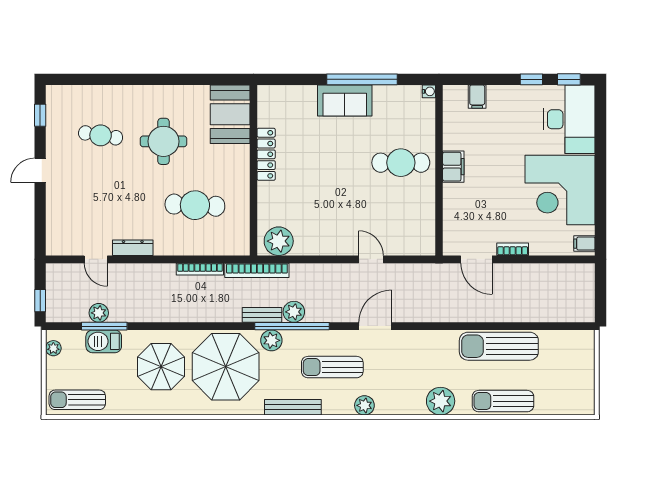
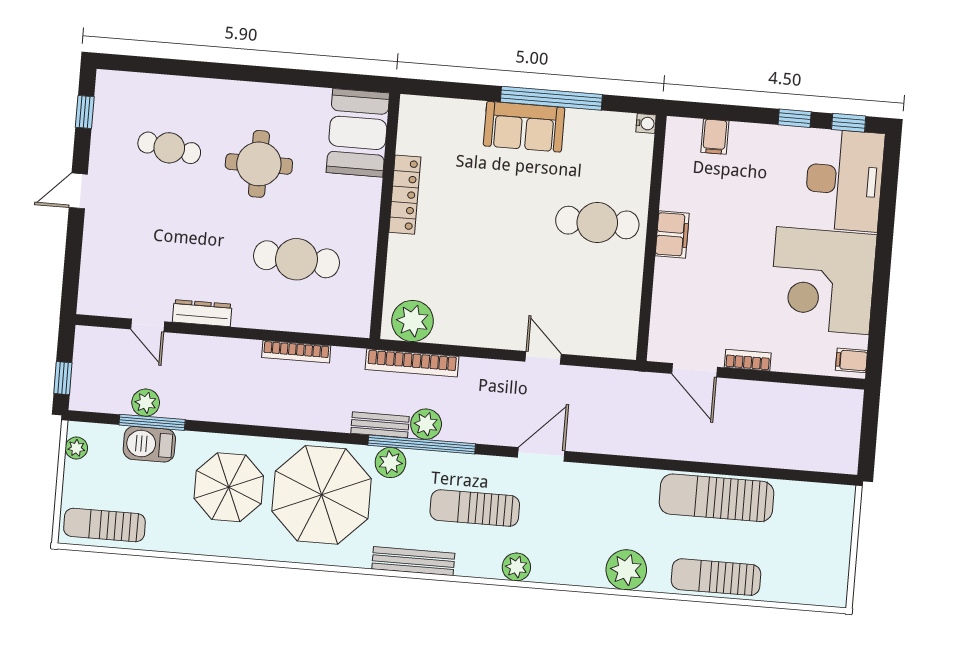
bookcase: (257, 270) -> (412, 363), moved

